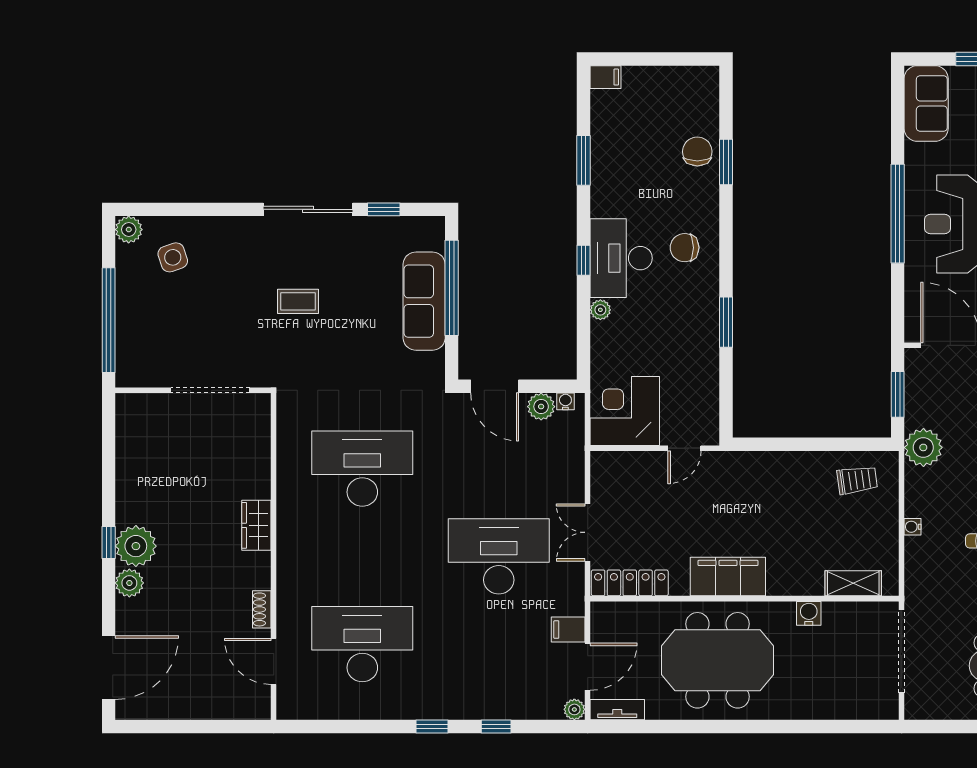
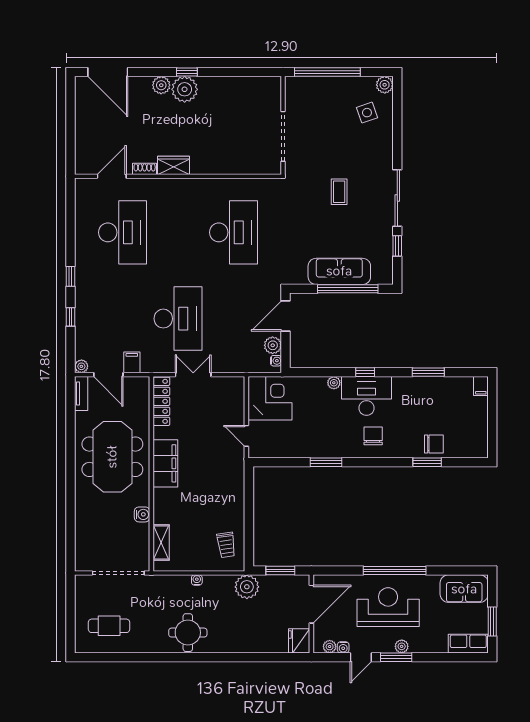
wardrobe: (256, 525) -> (174, 165), moved

